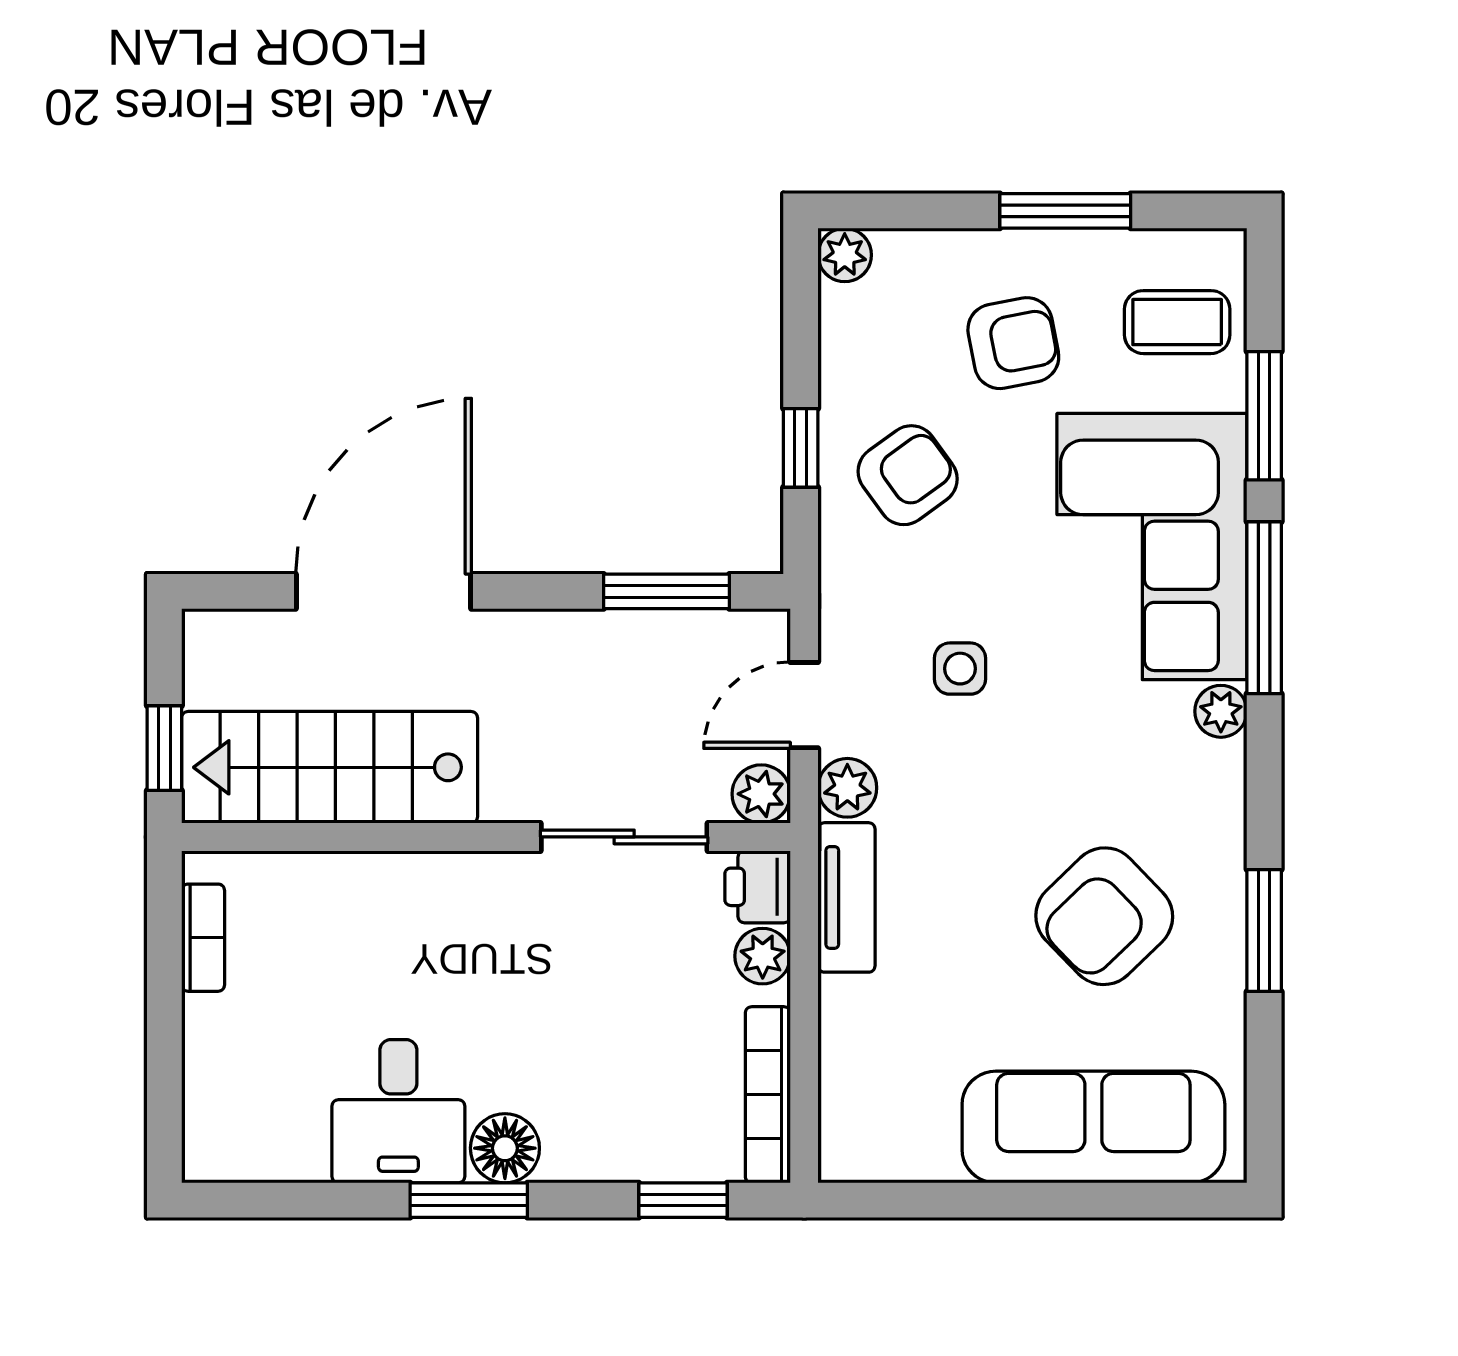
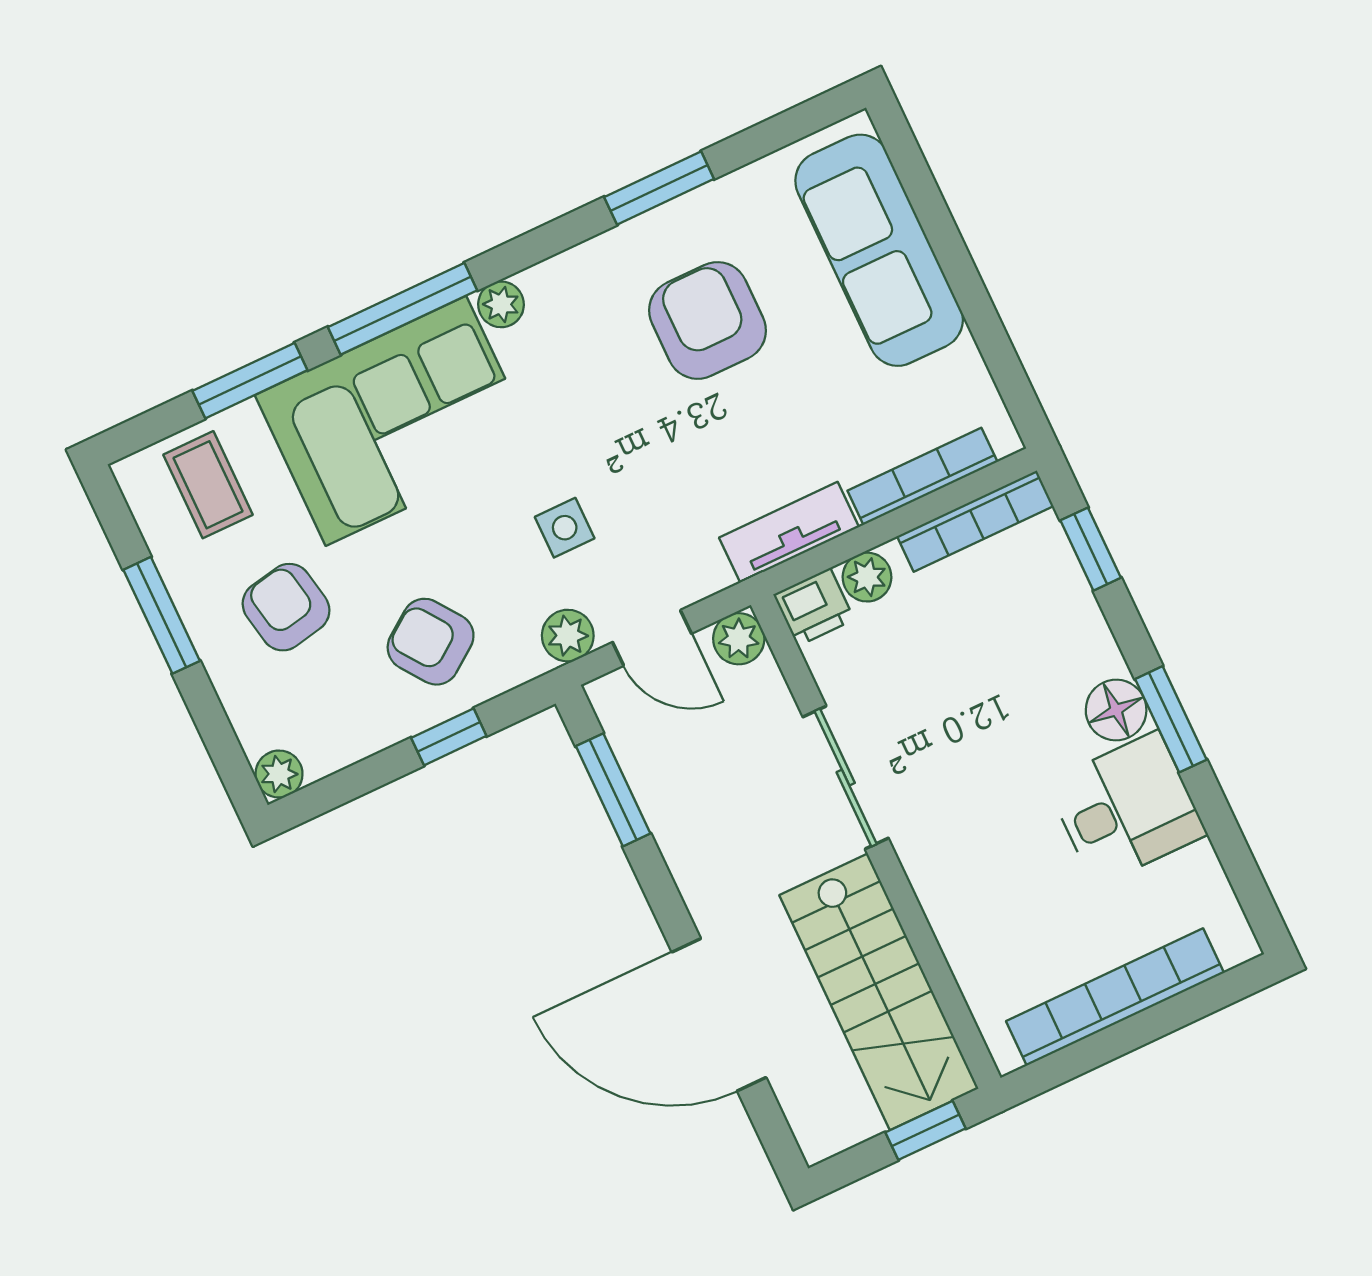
plant: (847, 788) -> (568, 636), moved
sliding door: (624, 837) -> (846, 778), moved
armchair: (1104, 916) -> (708, 320), turned -136
bookcase: (203, 938) -> (1115, 997), width x2.31, depth x1.31
bookcase: (840, 1062) -> (922, 476), added

